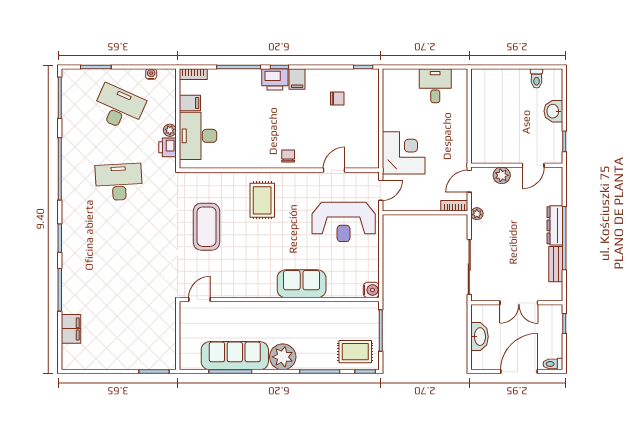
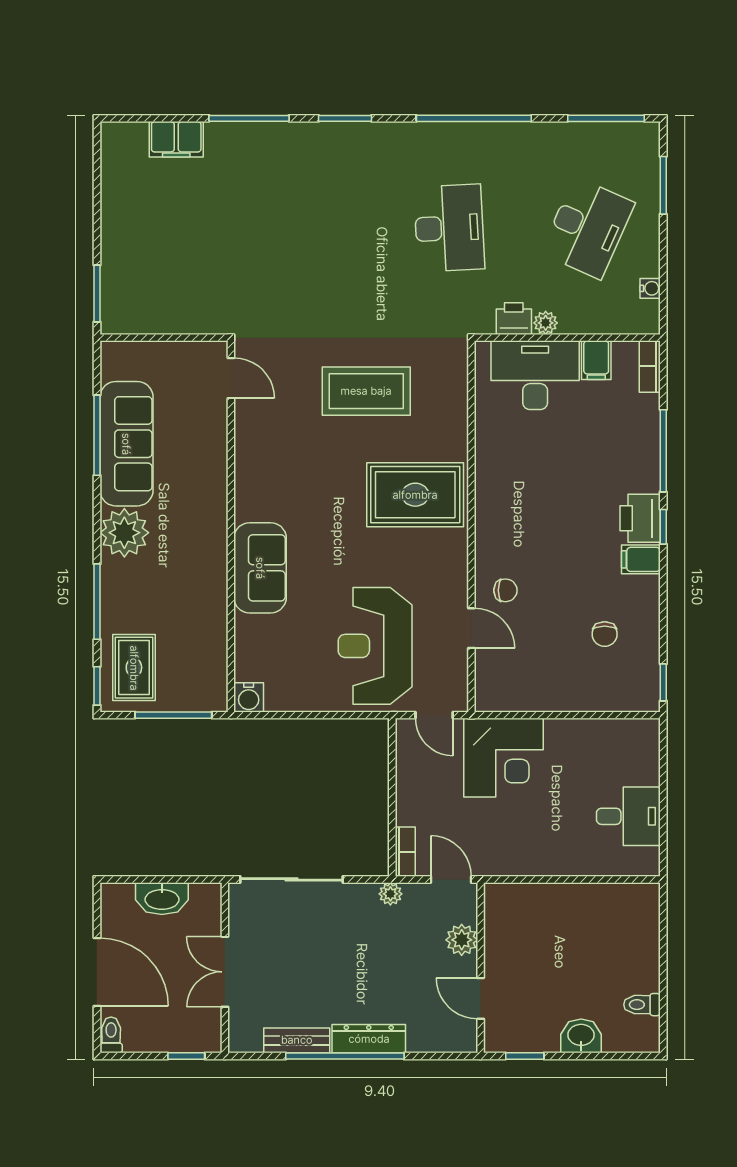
chair: (288, 156) -> (505, 590), moved
rug: (262, 200) -> (415, 495), width x1.36, depth x1.43

